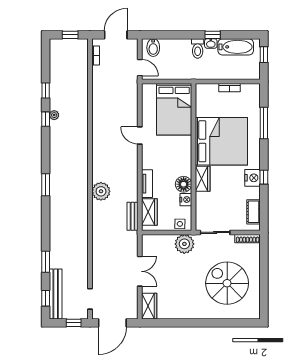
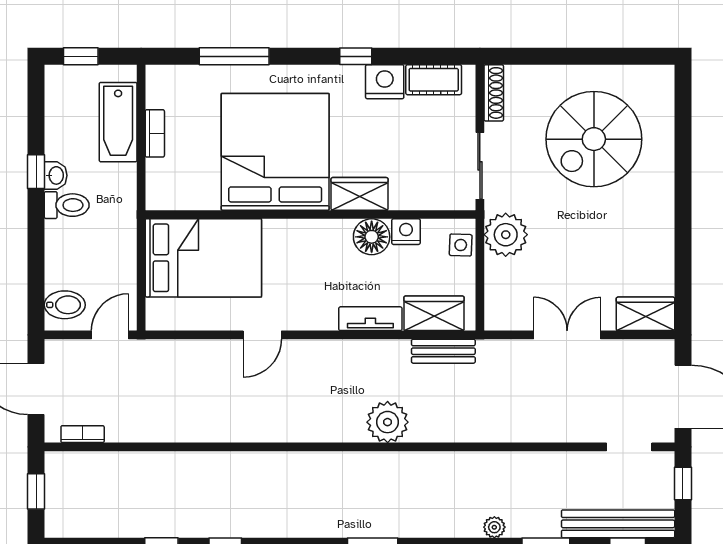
bathtub: (236, 47) -> (118, 122), moved, turned 180
plant: (54, 115) -> (494, 527), moved
nightstand: (253, 178) -> (385, 82), moved

